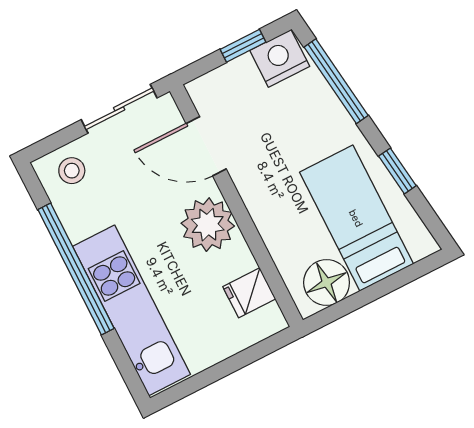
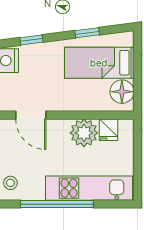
window: (336, 81) -> (31, 40), width x0.46
door: (206, 146) -> (31, 115), hinge flipped
plant: (208, 225) -> (84, 133), moved

